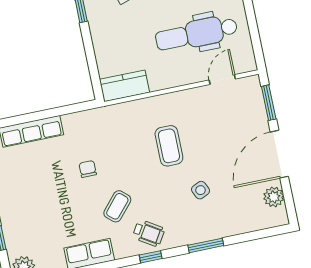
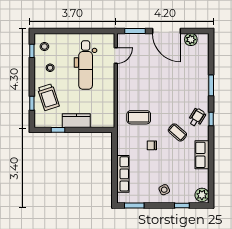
door: (222, 79) -> (116, 55), swing flipped
kitchen counter: (124, 86) -> (76, 121), moved, turned 90
coffee table: (169, 146) -> (139, 117), moved
side table: (201, 190) -> (164, 190), moved

